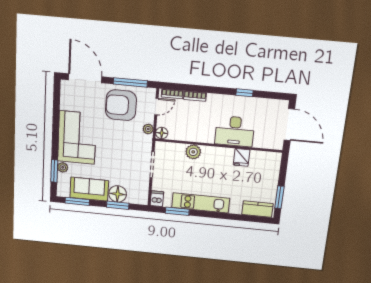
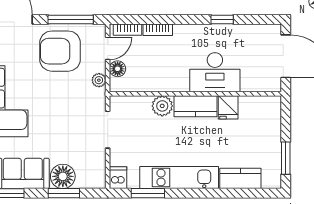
floor lamp: (162, 133) -> (118, 69), moved
kitchen counter: (218, 154) -> (195, 106), added
kitchen counter: (257, 209) -> (240, 178), moved

